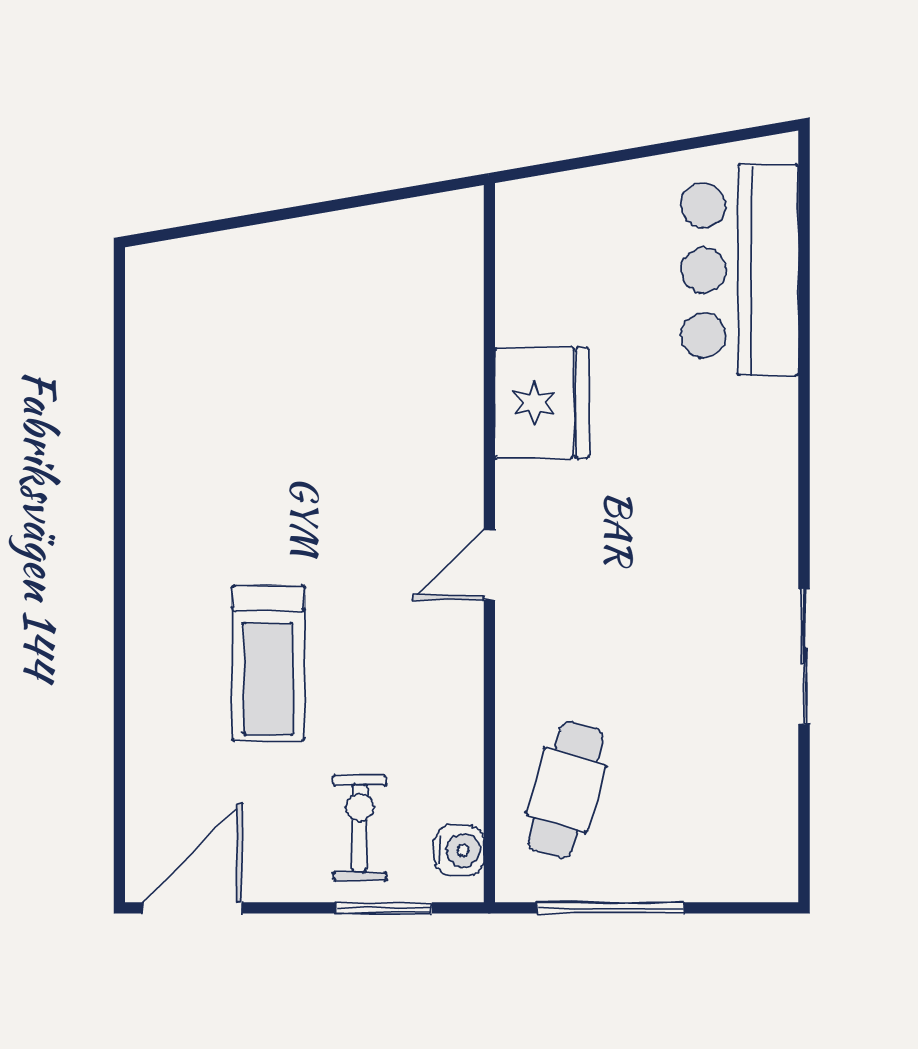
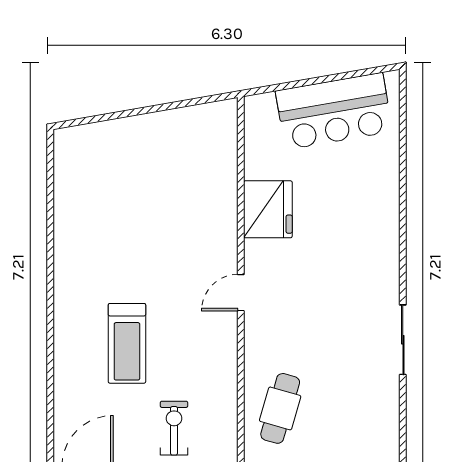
bar counter: (740, 270) -> (334, 111), moved, turned -100
water cooler: (459, 850) -> (225, 440), removed

